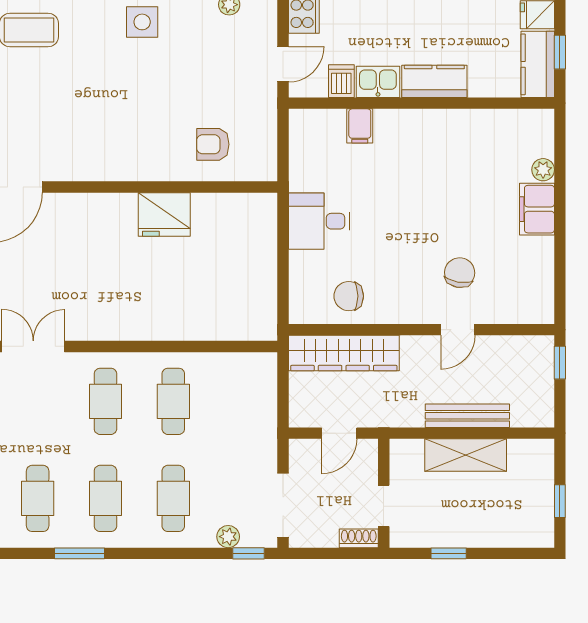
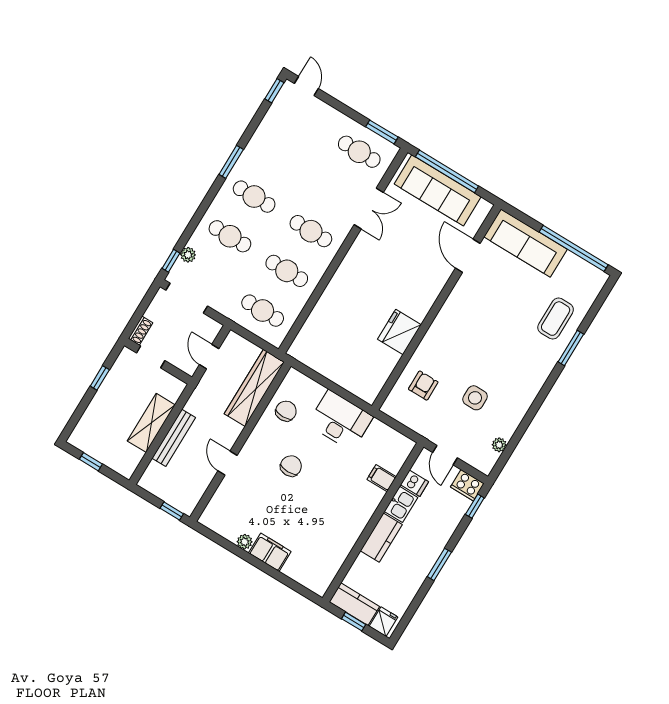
side table: (142, 22) -> (475, 398), moved
plant: (543, 170) -> (245, 542), moved
desk: (319, 221) -> (340, 420), width x1.37
chair: (460, 273) -> (291, 466), moved, turned -100
cafe table: (38, 498) -> (263, 311), moved

